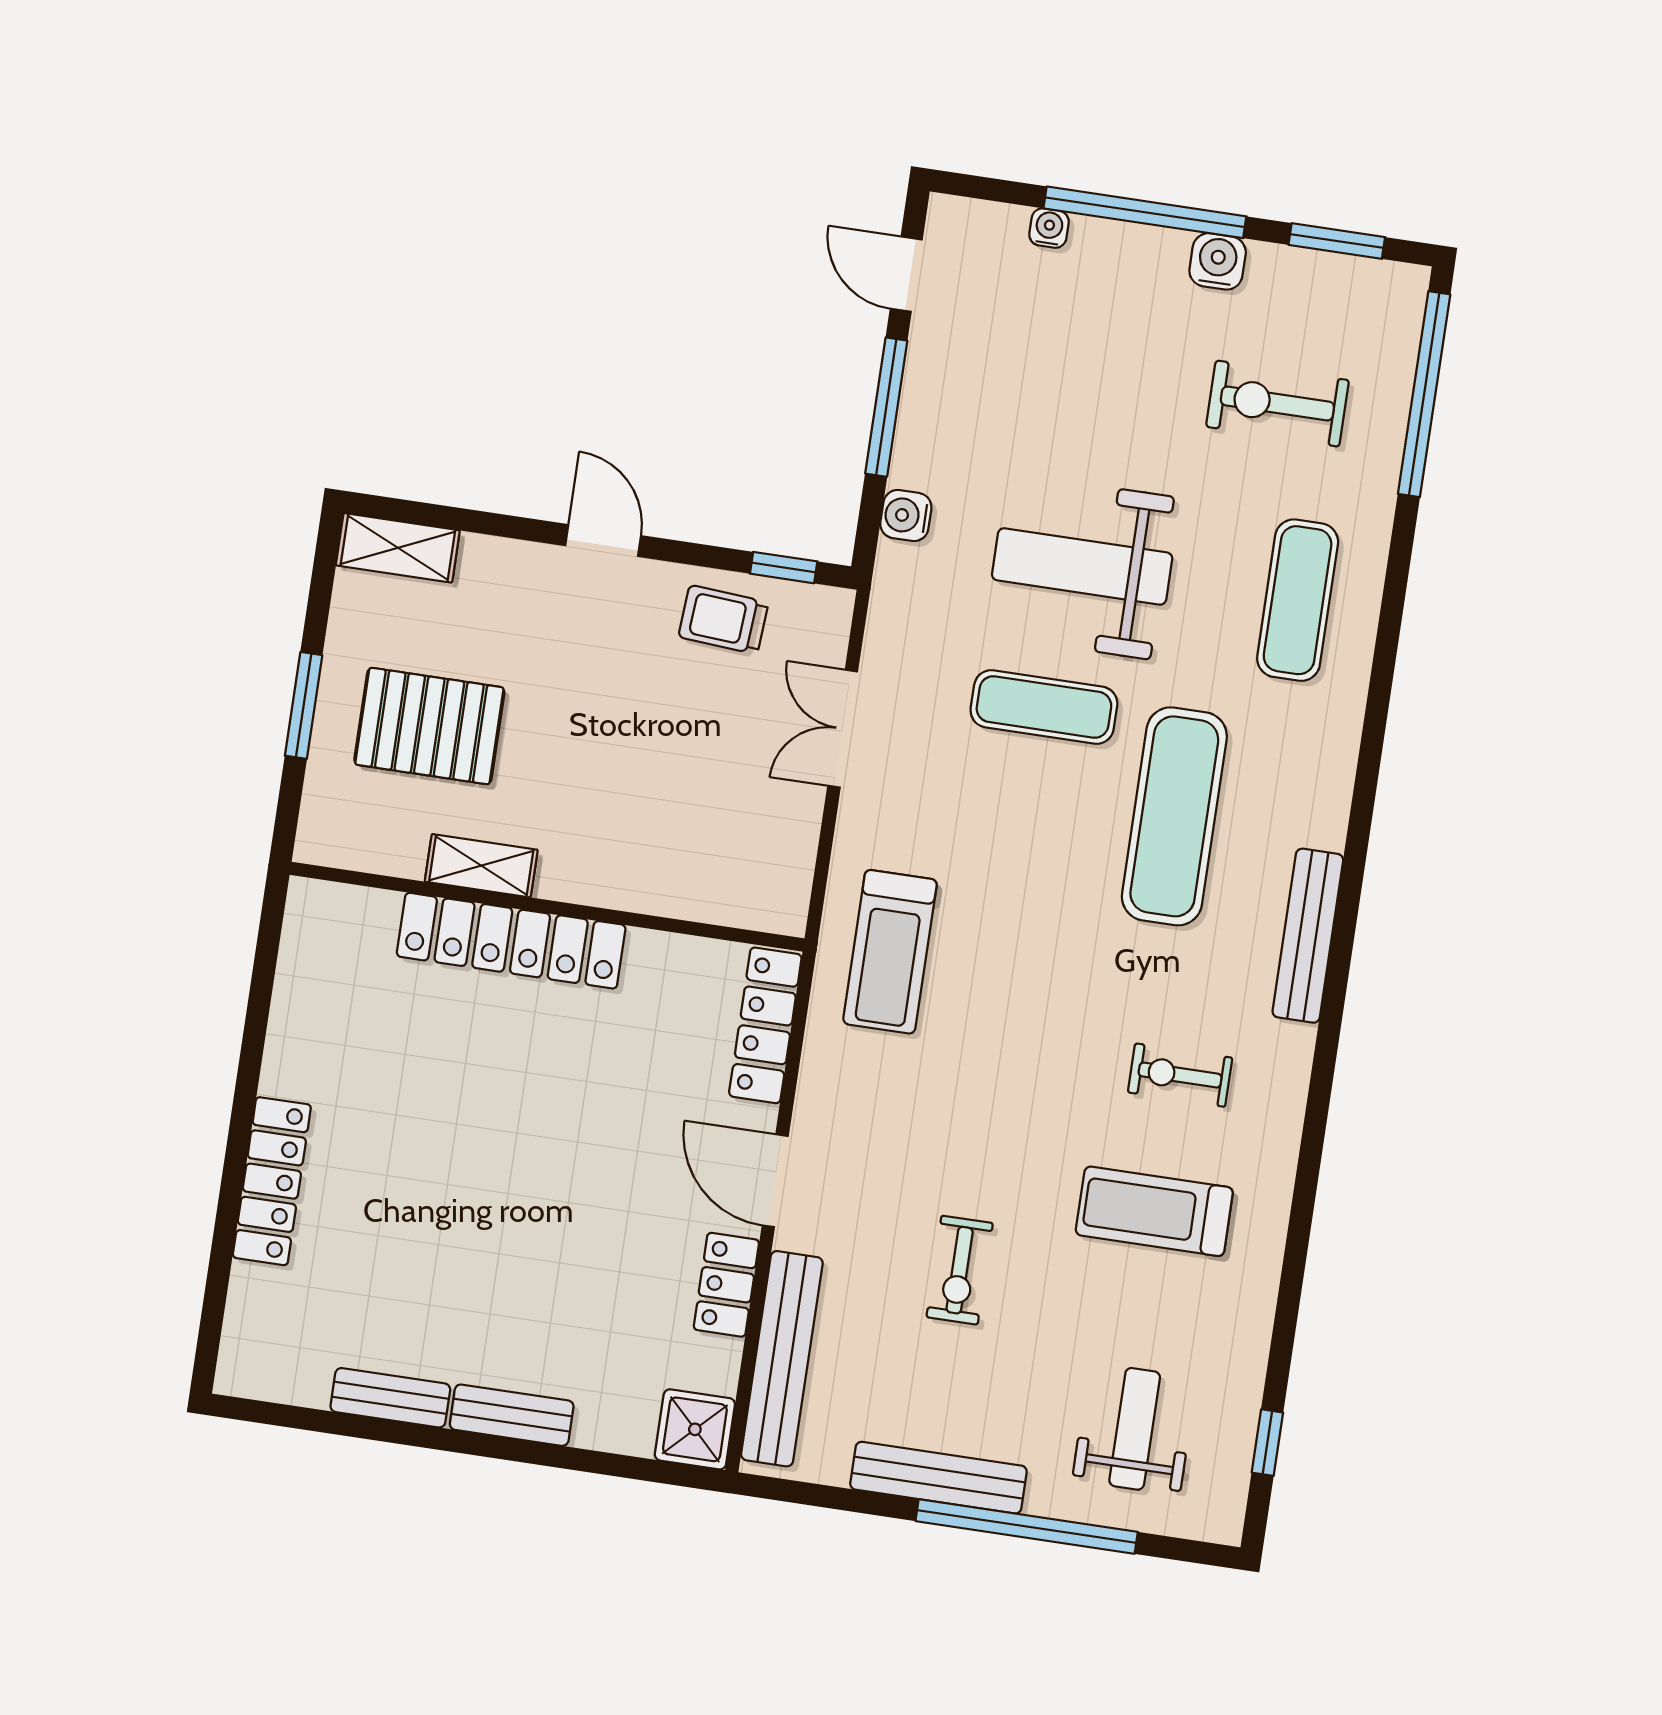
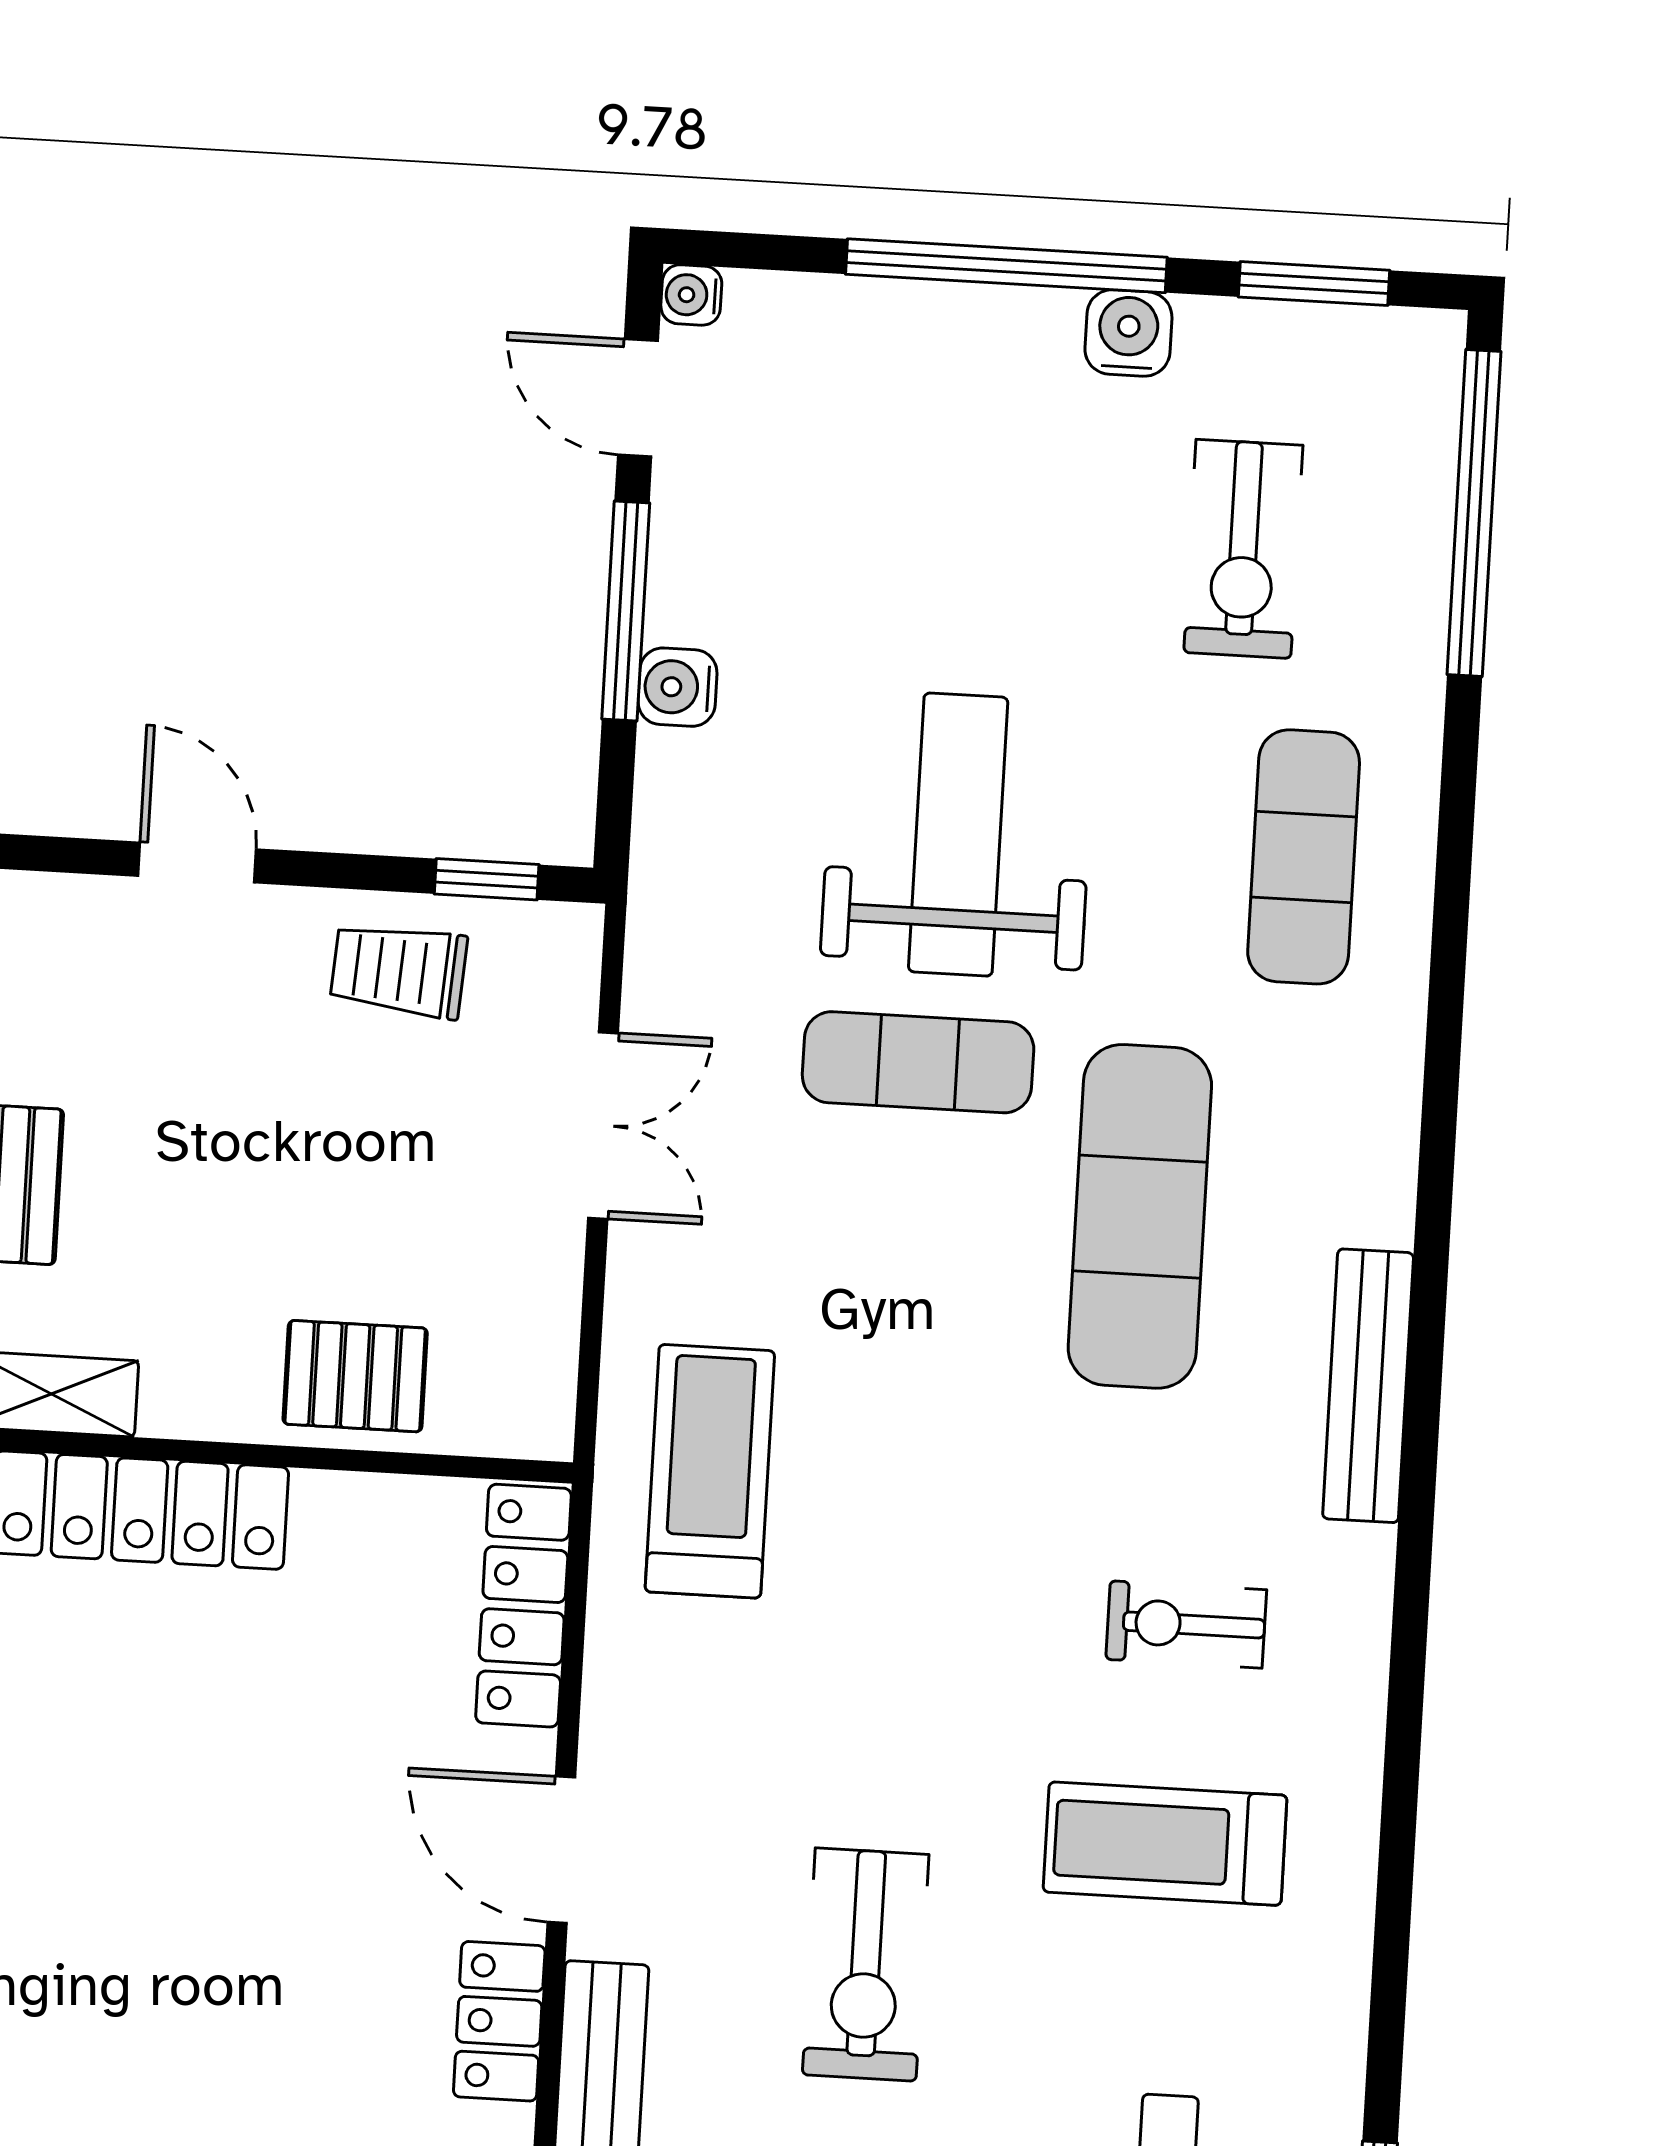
water cooler: (1049, 228) -> (691, 295), moved, turned -90
exercise bike: (1277, 403) -> (1243, 549), turned -90
water cooler: (906, 516) -> (677, 687), moved
weight bench: (1082, 566) -> (958, 835), turned 90
double door: (843, 729) -> (603, 1125), swing flipped
pallet: (673, 872) -> (355, 1376), added
treadmill: (890, 952) -> (710, 1471), turned 180
exercise bike: (960, 1270) -> (866, 1965), width x1.38, depth x1.39

